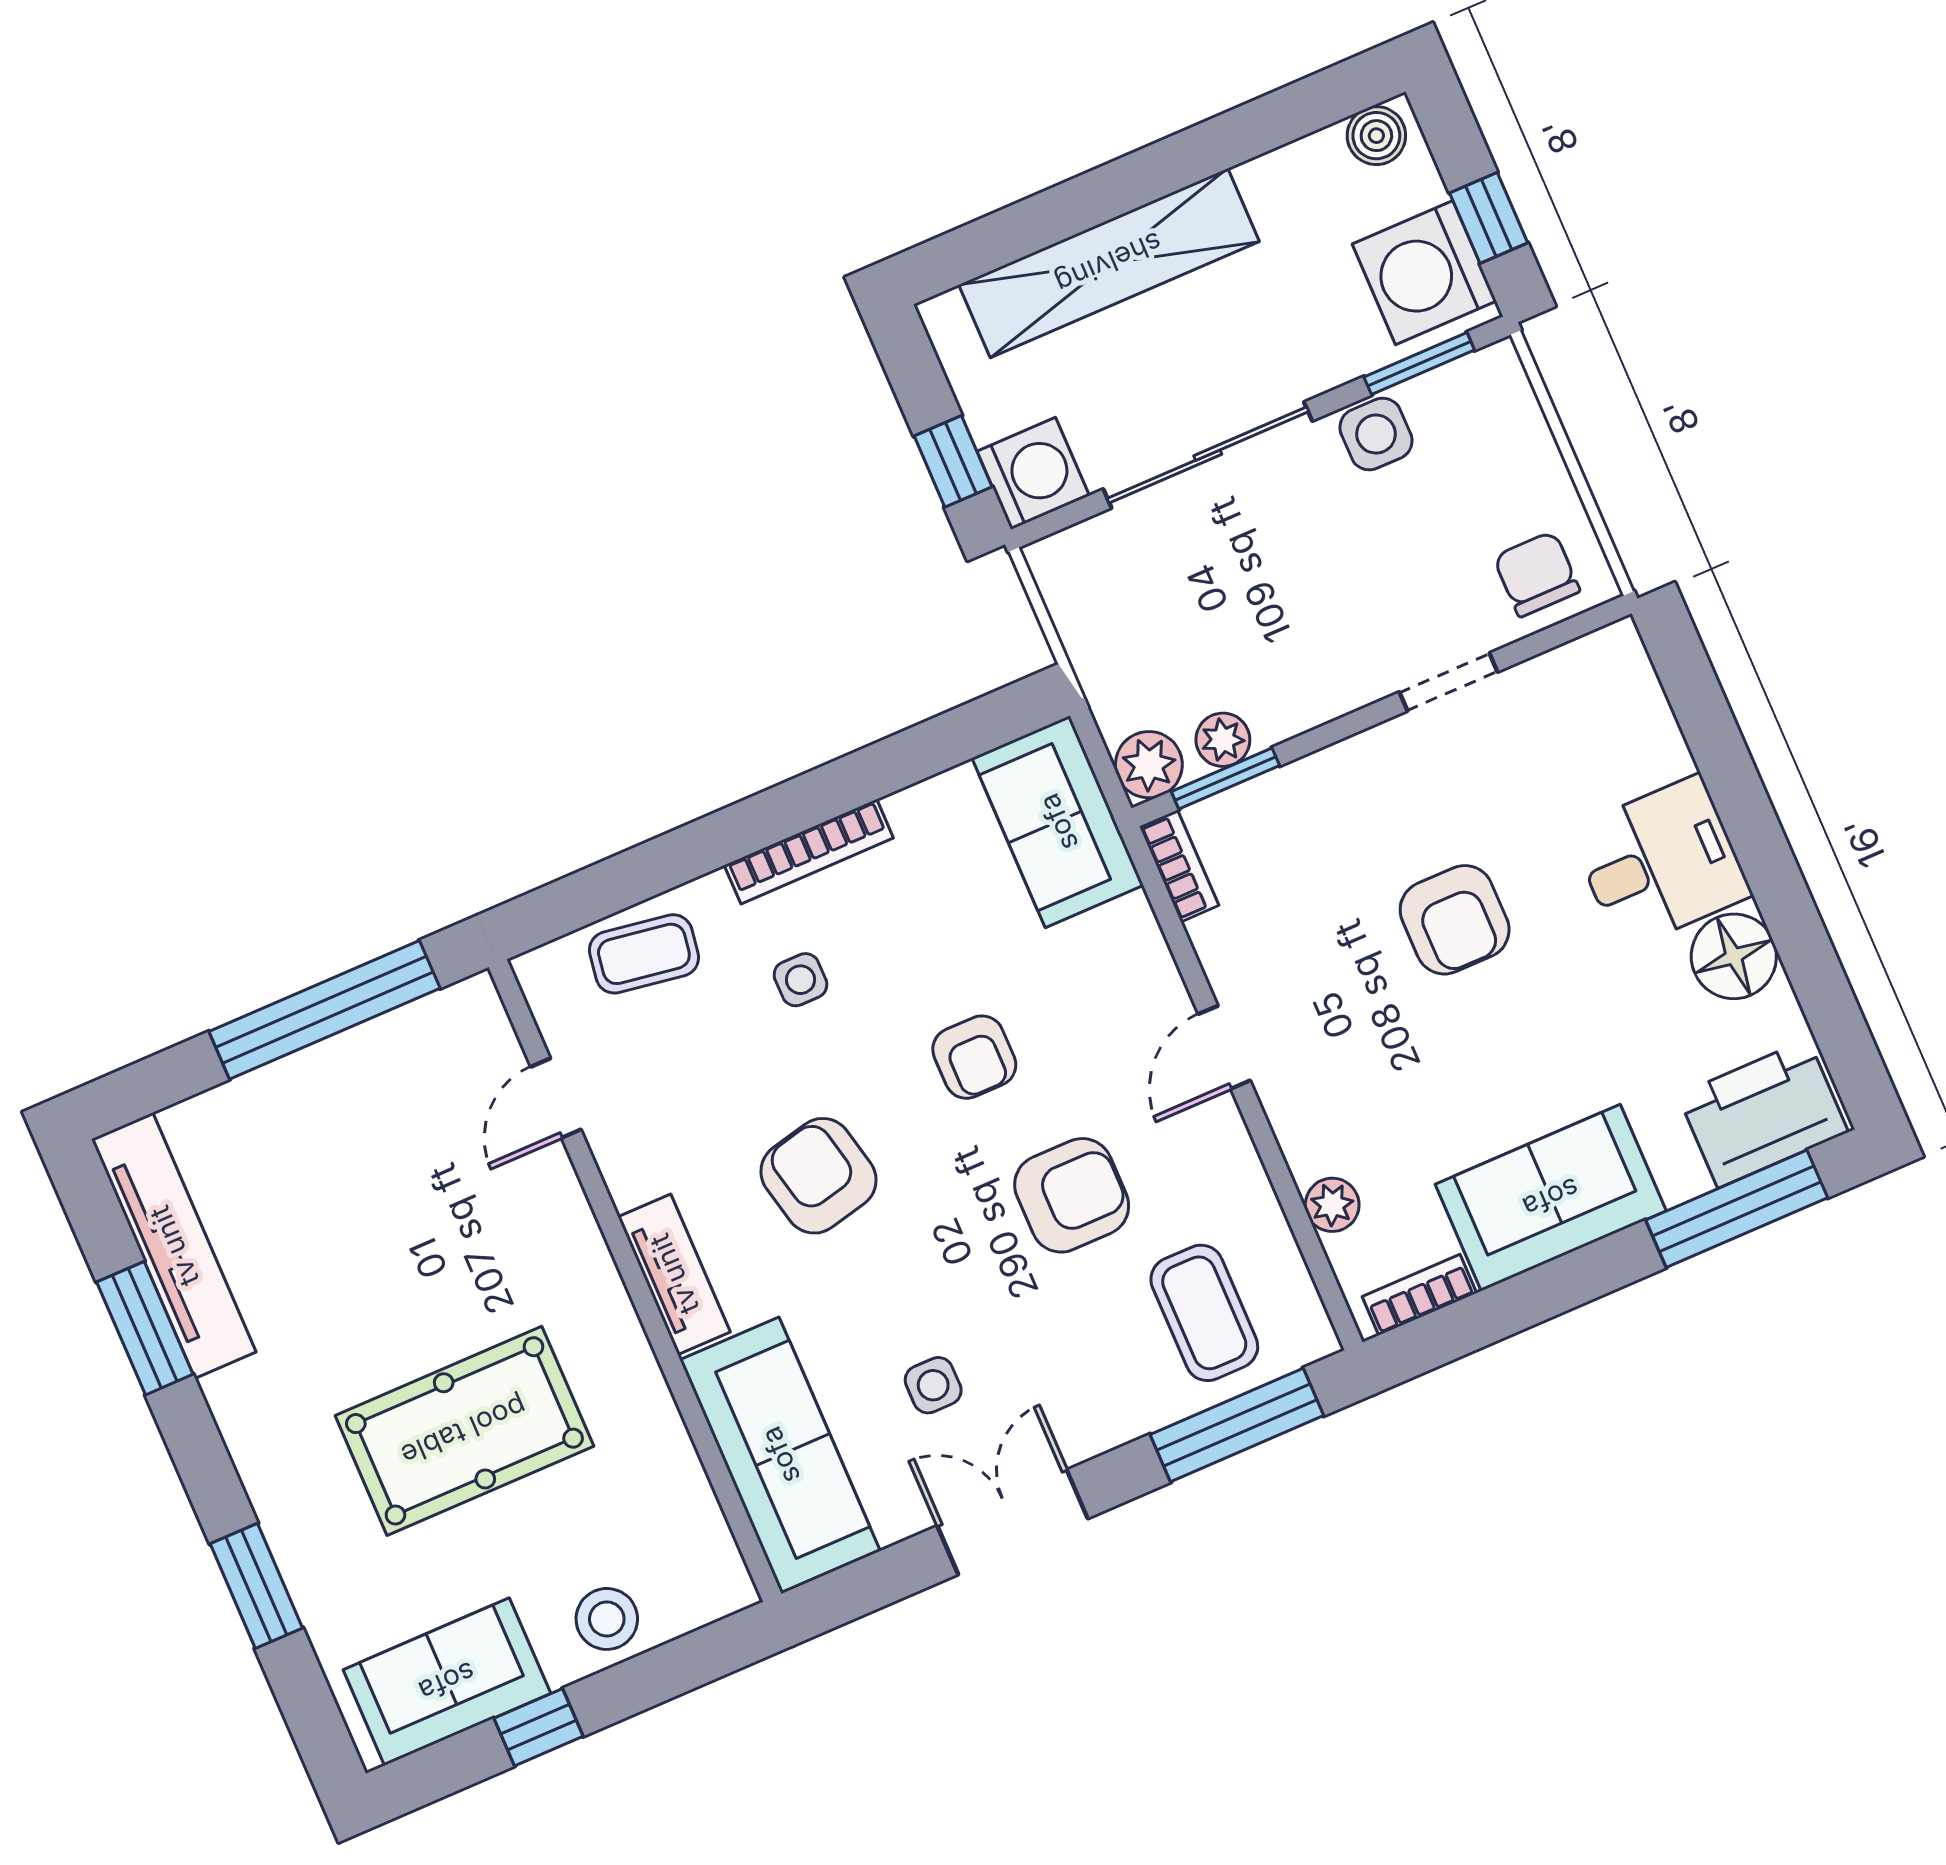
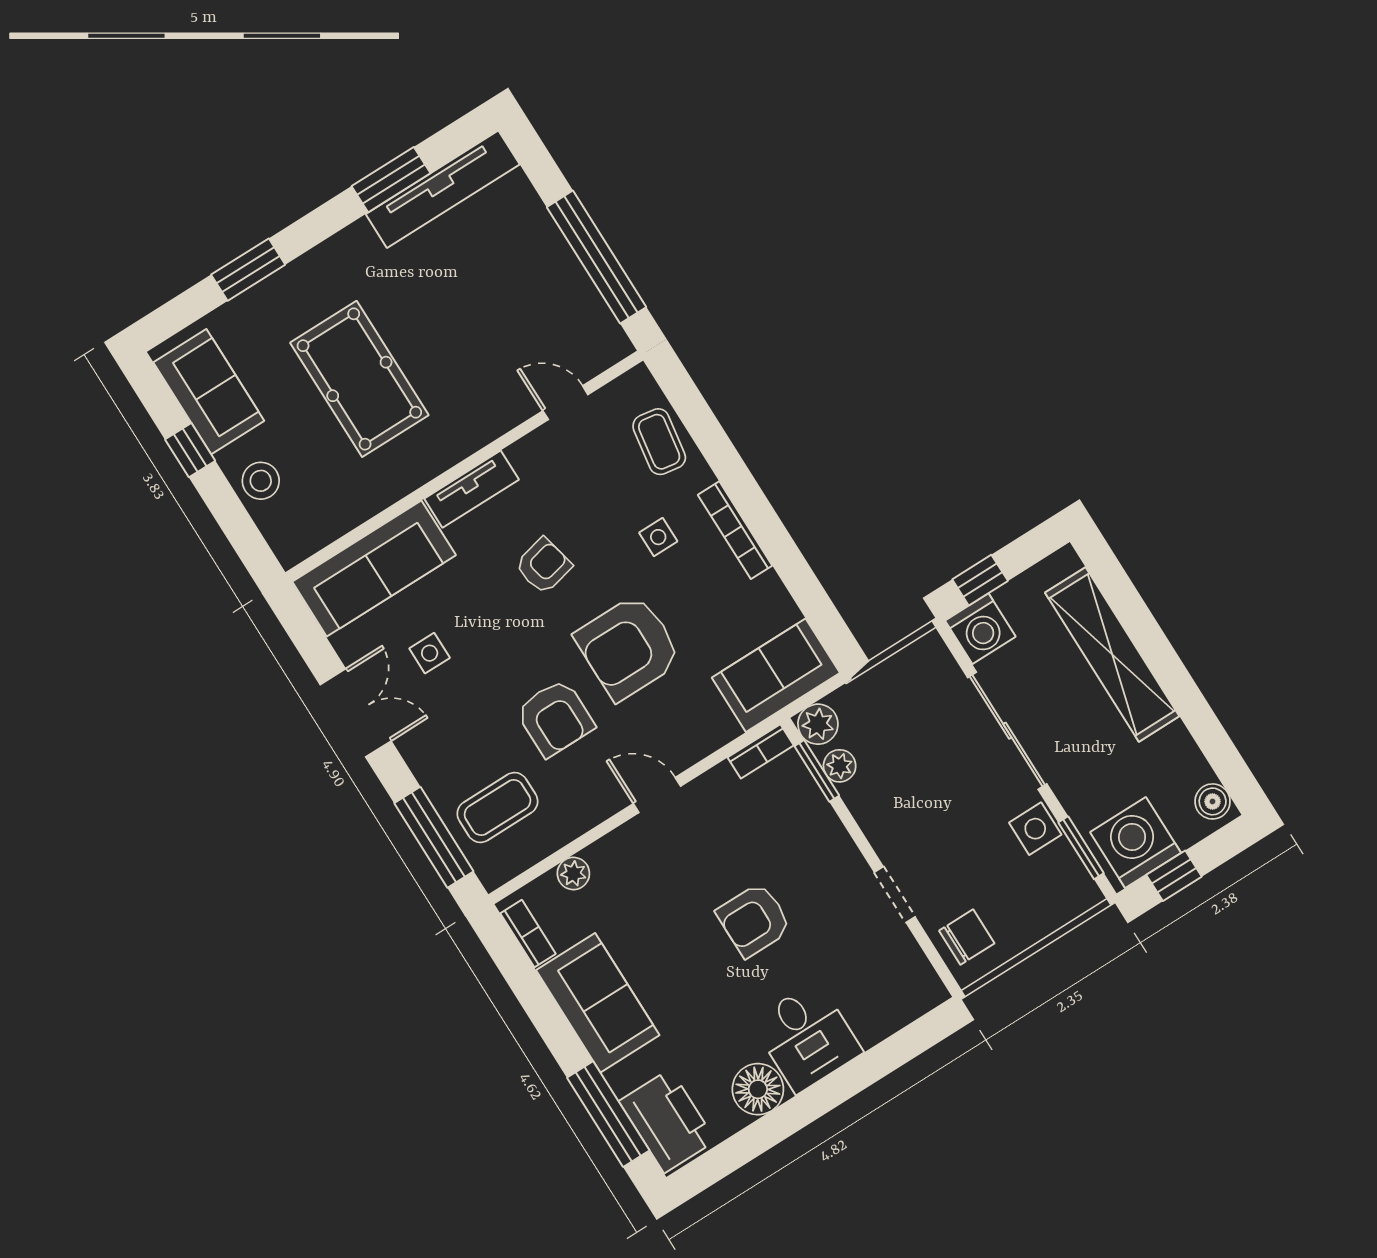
armchair: (974, 1057) -> (628, 647), width x1.88, depth x1.88
armchair: (819, 1176) -> (543, 566), width x0.72, depth x0.72

